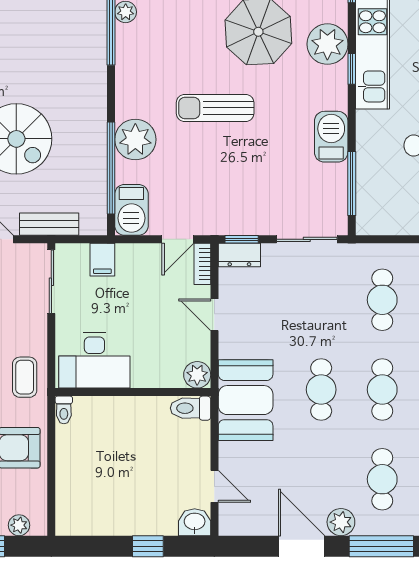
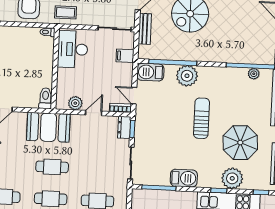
plant: (197, 375) -> (75, 103), moved

